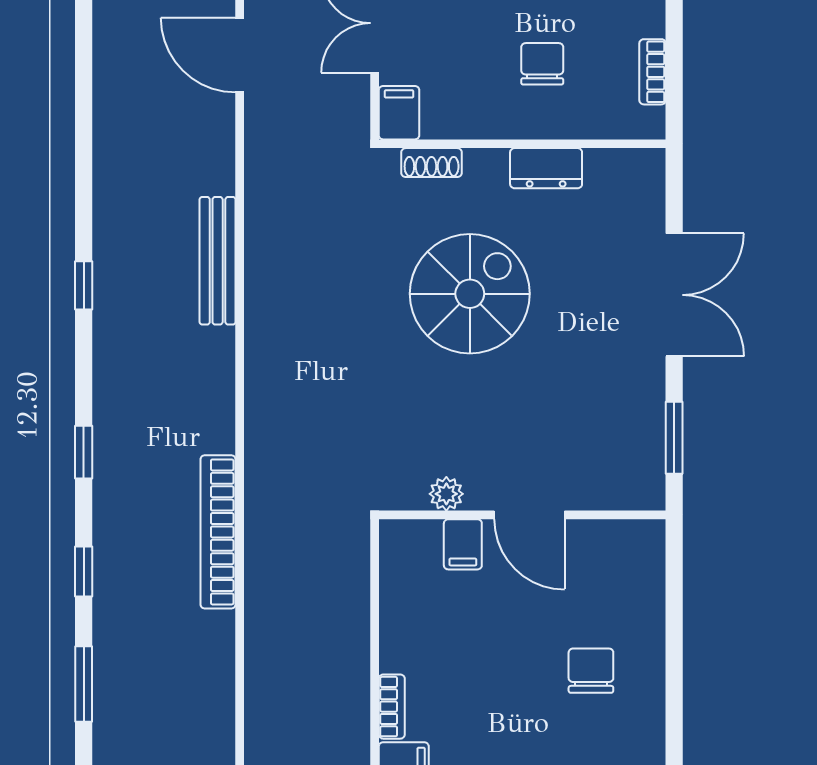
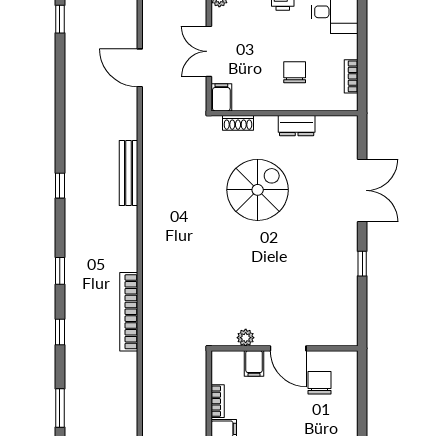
window: (674, 438) -> (362, 264), width x0.67
plant: (446, 494) -> (246, 338), moved
wall: (522, 515) -> (284, 348), moved
door: (529, 515) -> (288, 348), moved
filing cabinet: (463, 544) -> (254, 363), moved
window: (84, 684) -> (60, 408), moved

